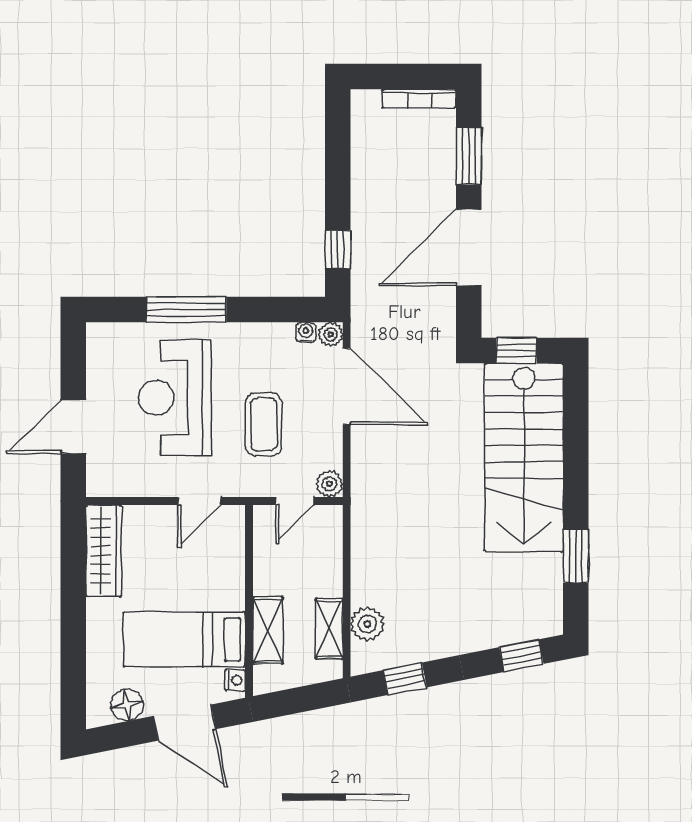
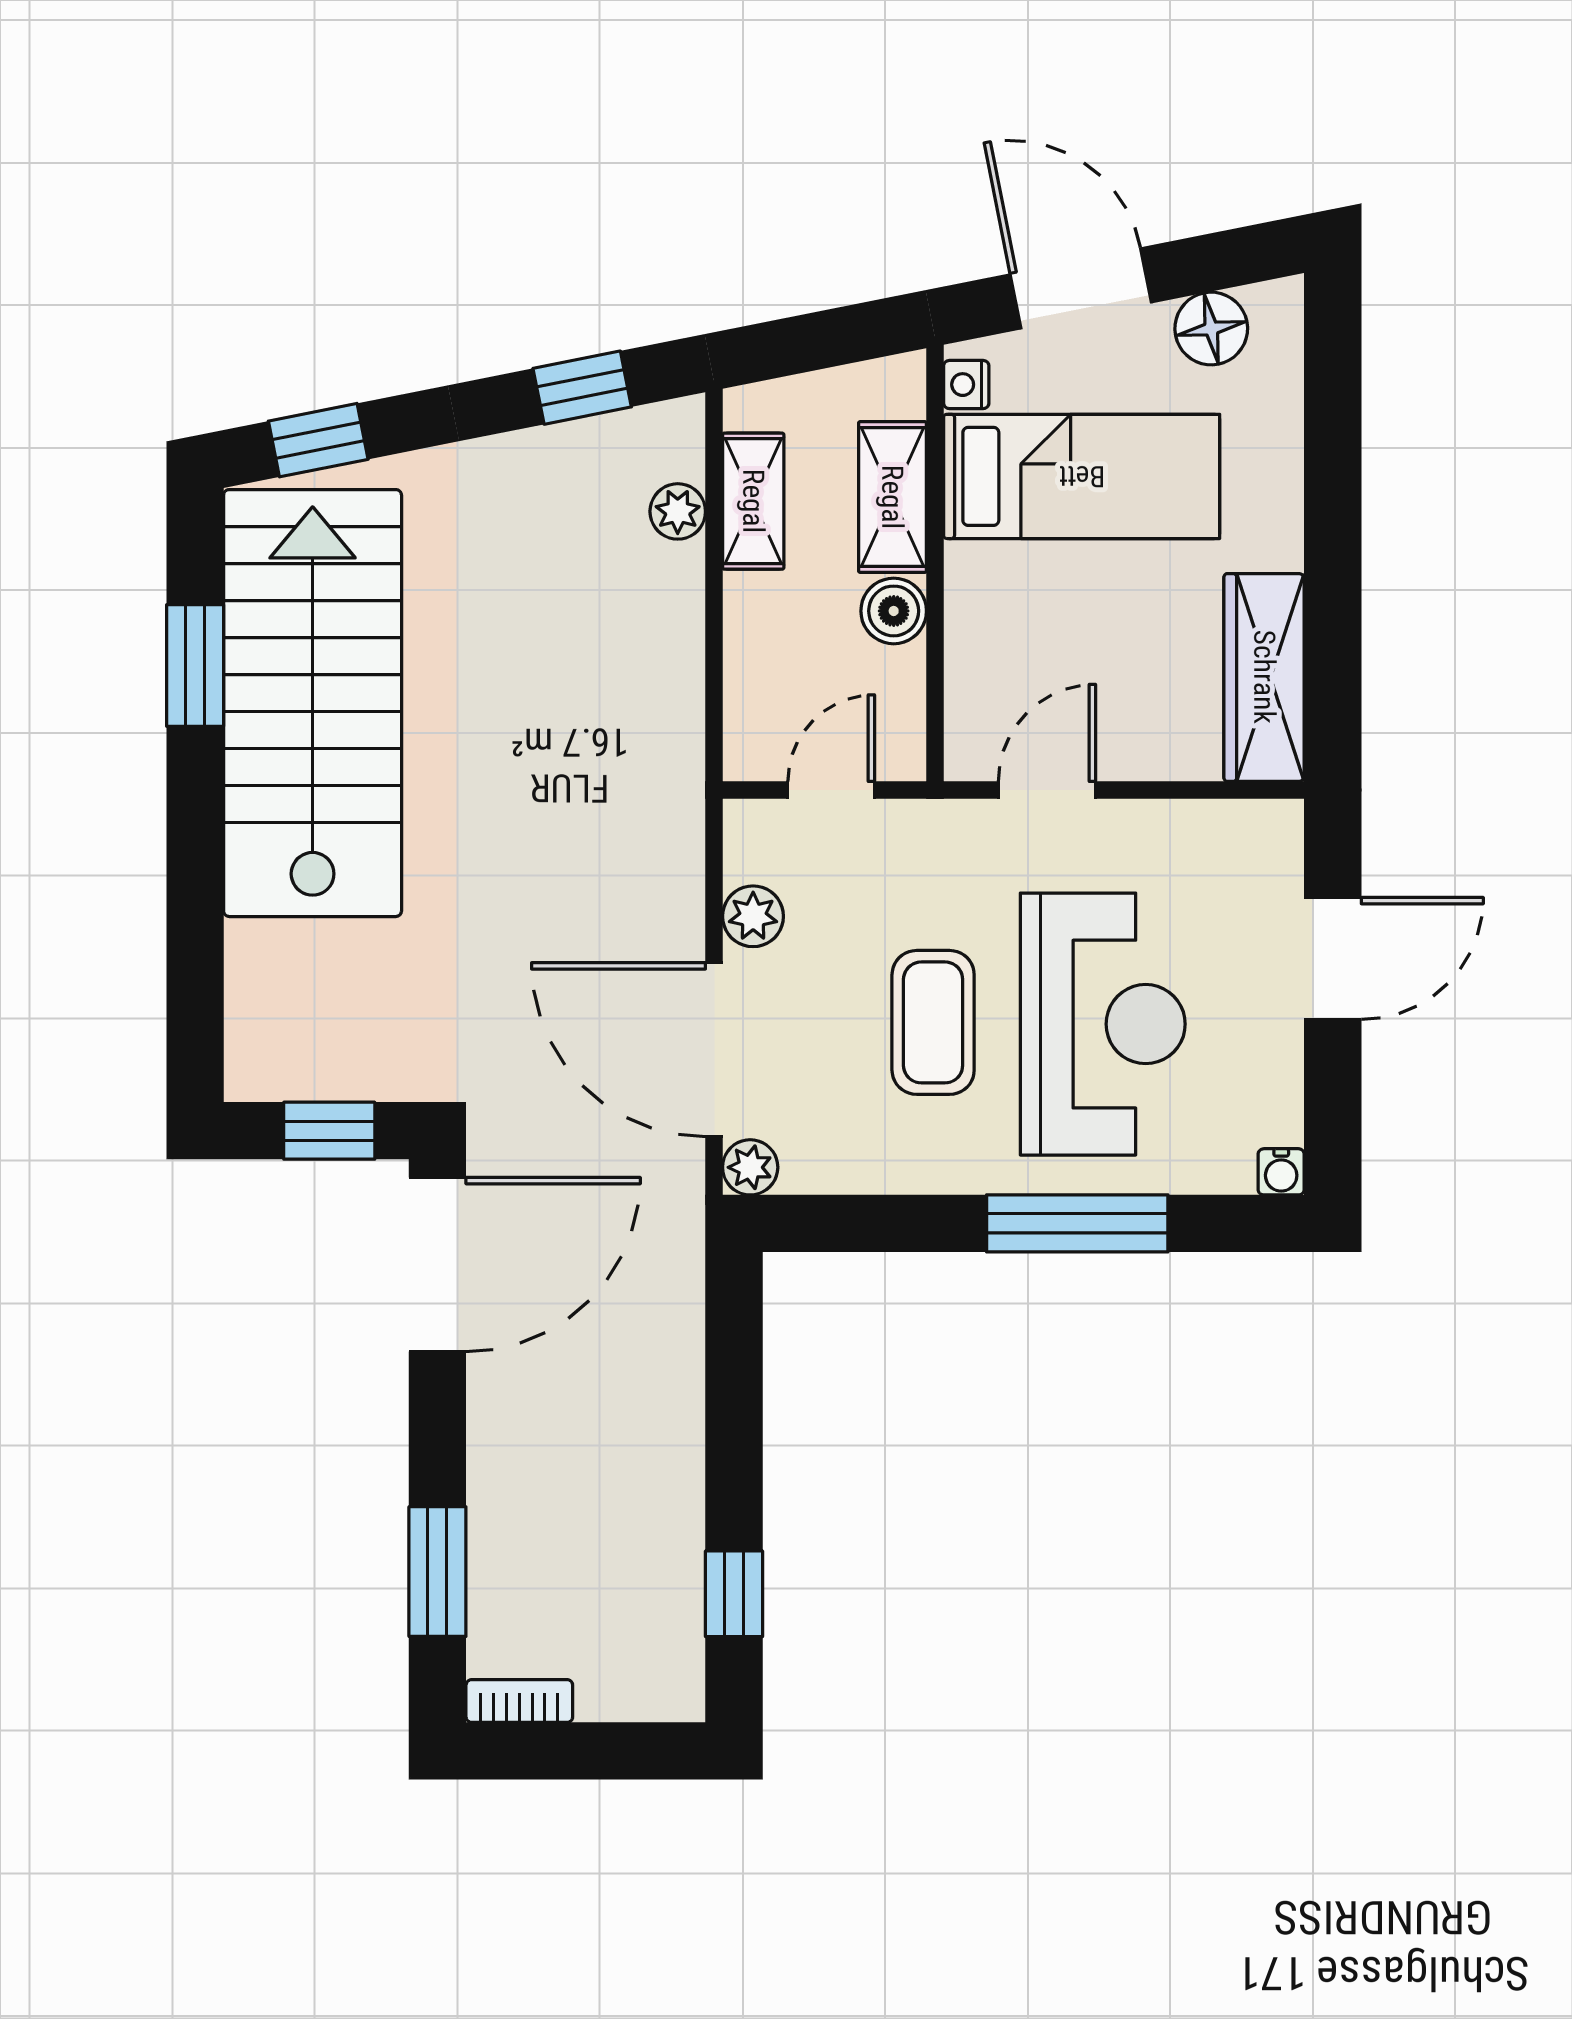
bookcase: (419, 99) -> (519, 1701), width x0.64
door: (469, 247) -> (437, 1265), moved
window: (338, 250) -> (734, 1594), moved
water cooler: (306, 332) -> (1281, 1172), moved
coffee table: (264, 424) -> (933, 1022), moved
stairs: (524, 457) -> (313, 703), moved
plant: (329, 484) -> (753, 916), moved
boiler: (267, 580) -> (894, 611), added
plant: (367, 624) -> (678, 511), width x0.73, depth x0.73

